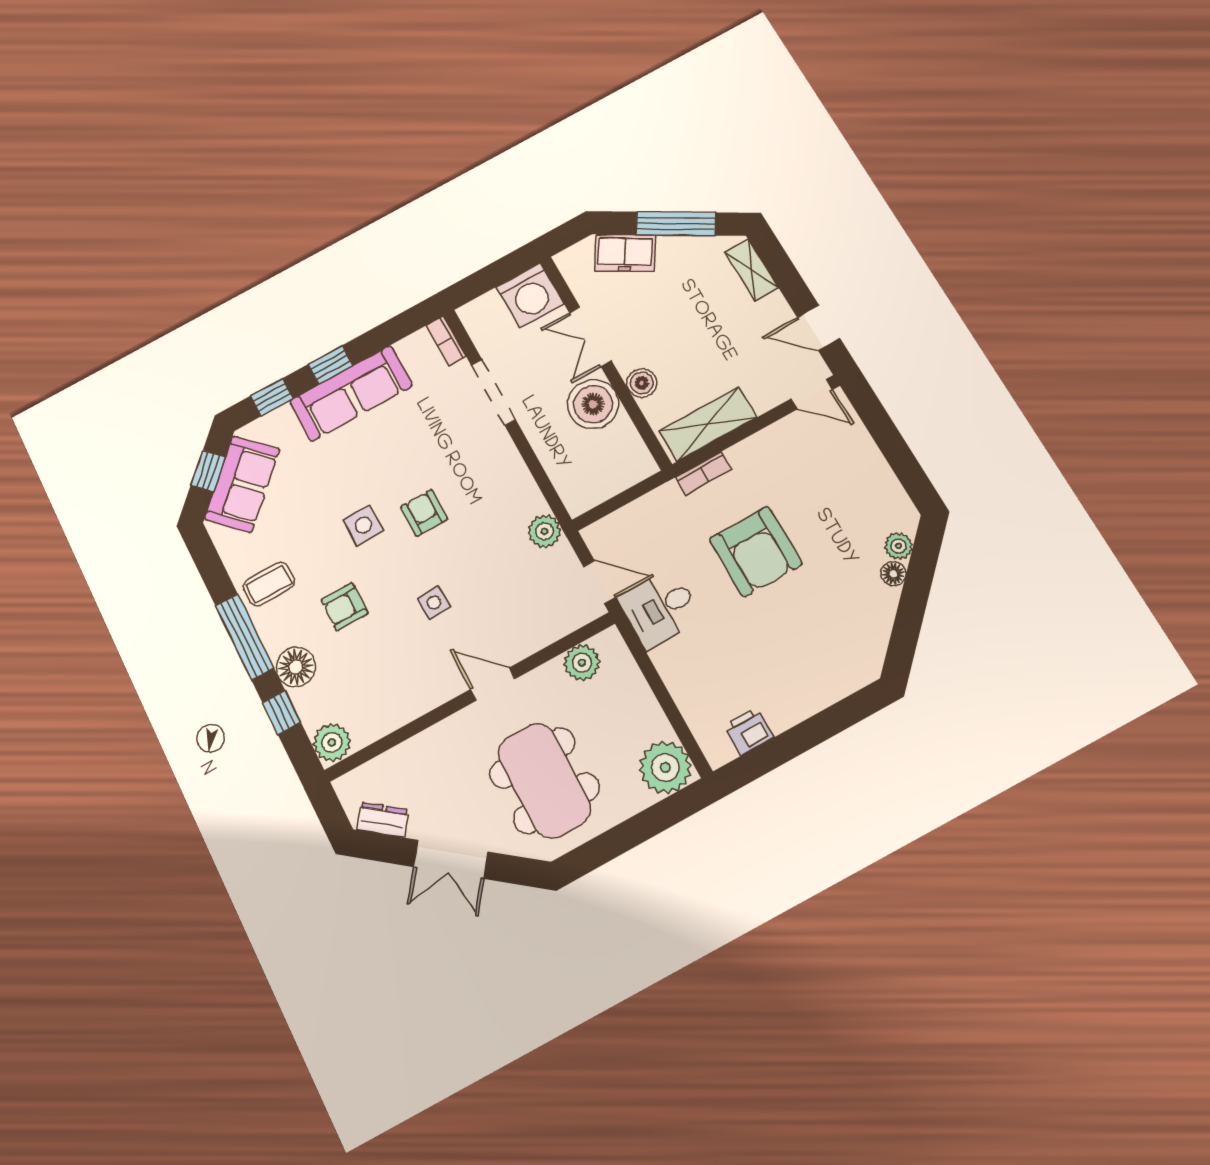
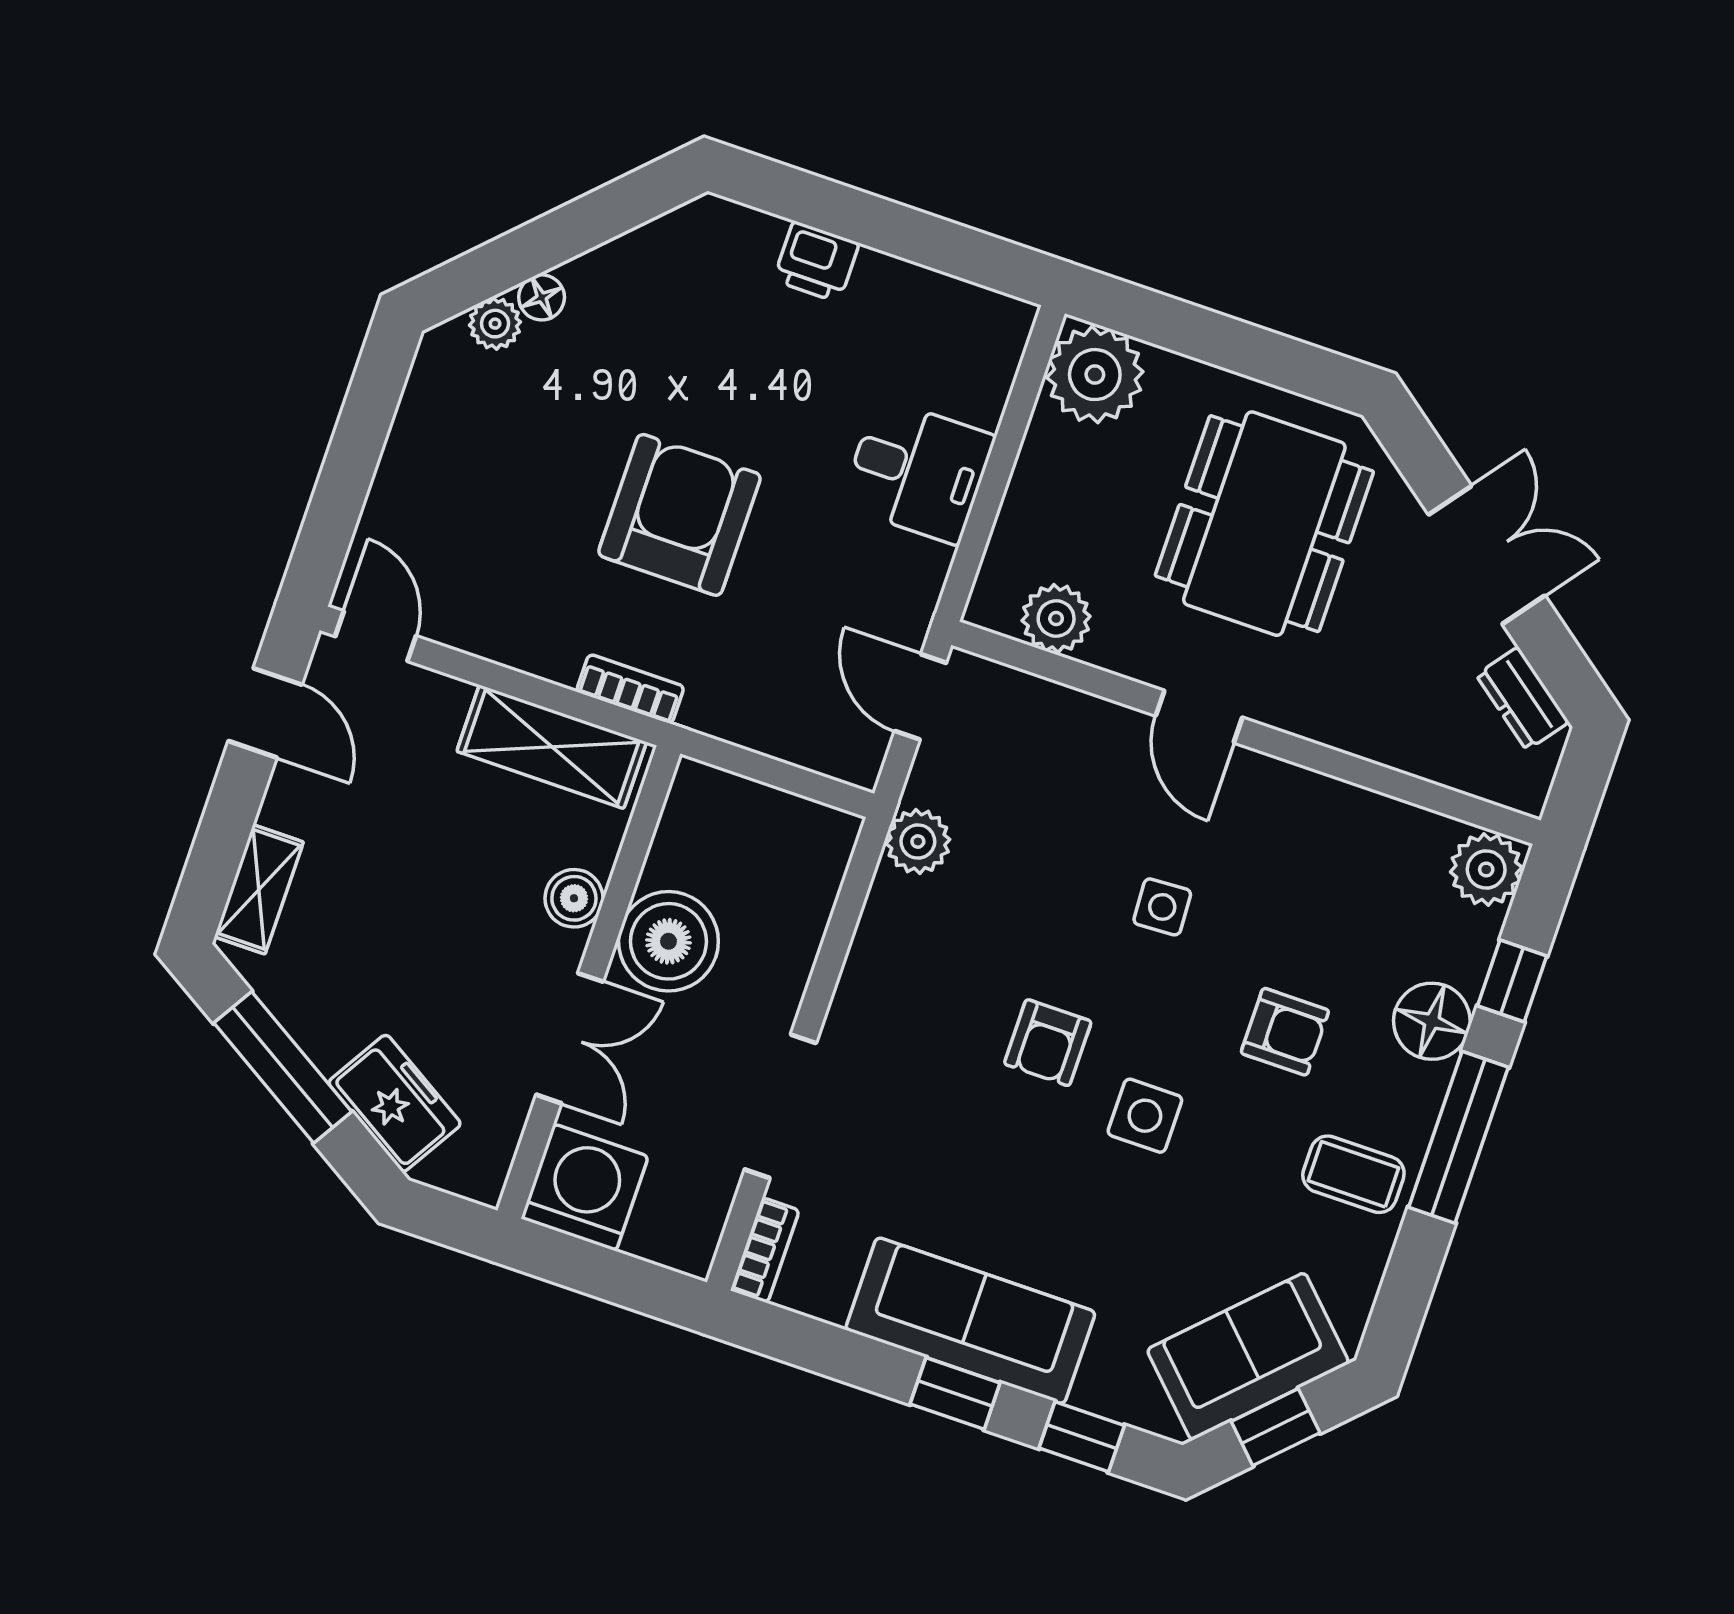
desk: (660, 608) -> (918, 471), moved
printer: (749, 731) -> (816, 262), moved

